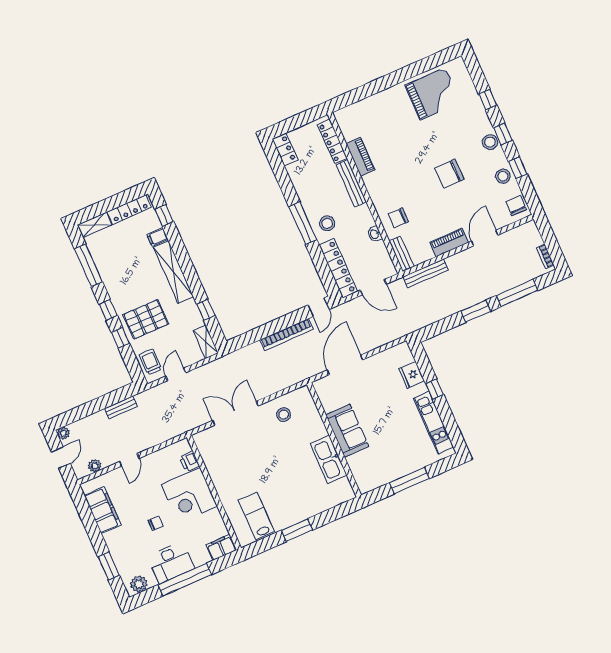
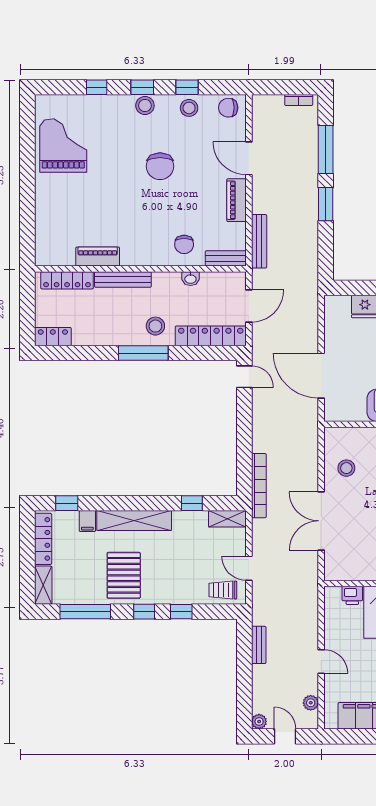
pallet: (146, 319) -> (124, 575), moved
bookcase: (286, 335) -> (259, 486), moved

